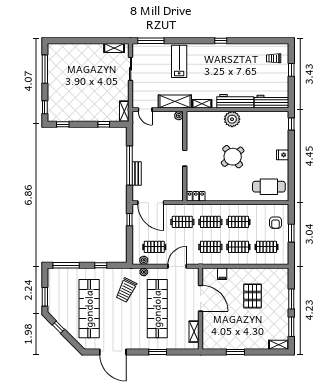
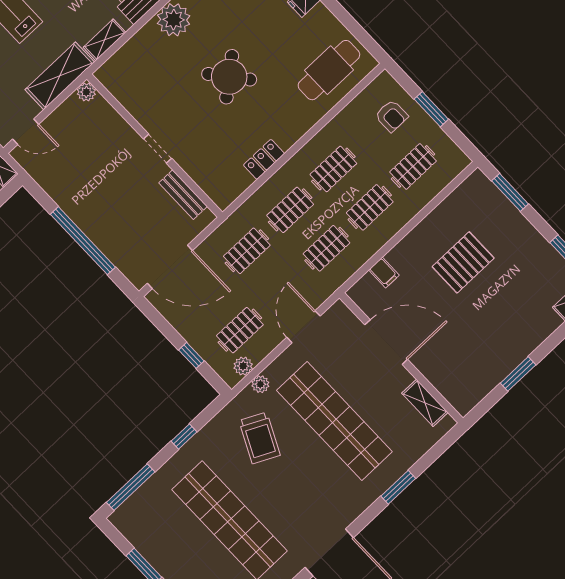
bench: (137, 174) -> (183, 195), moved
locker: (196, 196) -> (264, 159), moved
window: (129, 220) -> (191, 355), moved
pallet: (253, 296) -> (463, 262), turned 90
window: (291, 299) -> (510, 192), moved

